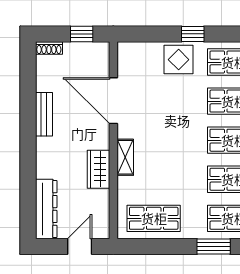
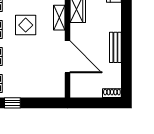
window: (82, 34) -> (89, 103), removed
display table: (179, 60) -> (26, 25), moved

